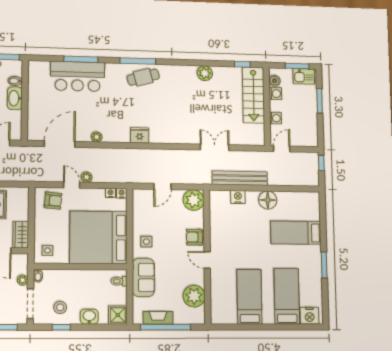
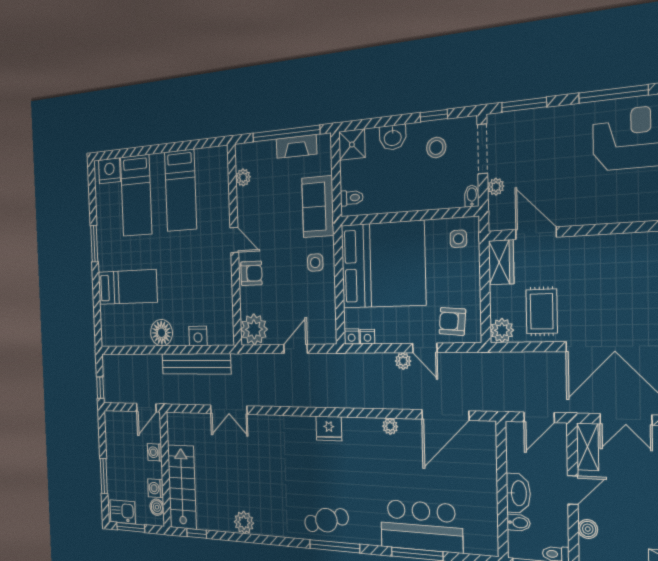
plant: (22, 194) -> (502, 330), added
plant: (194, 296) -> (243, 177), width x0.53, depth x0.53

